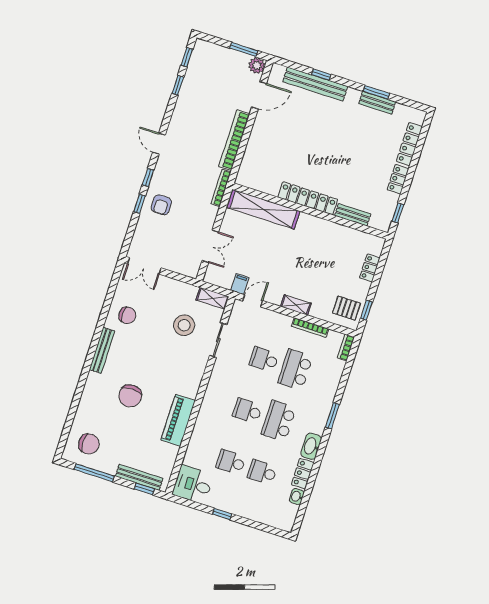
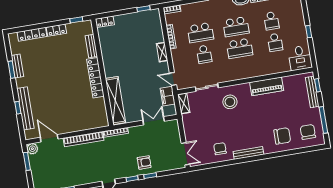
locker: (370, 268) -> (105, 22), moved
filing cabinet: (240, 284) -> (168, 96), width x2.00
pallet: (346, 308) -> (148, 21), removed
stool: (184, 325) -> (230, 102), moved
chair: (130, 396) -> (282, 136), moved
school desk: (247, 411) -> (240, 48), width x1.85

